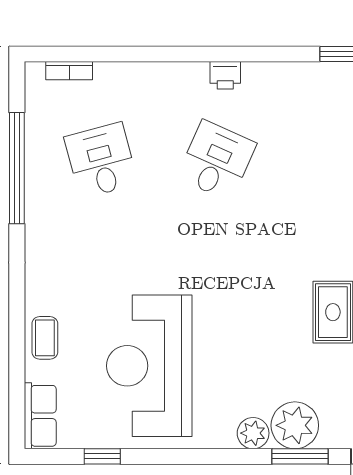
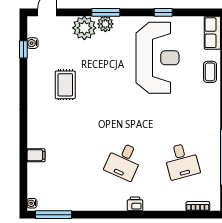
printer: (225, 75) -> (135, 204), moved
window: (102, 456) -> (163, 12), moved
window: (300, 456) -> (106, 12), moved

